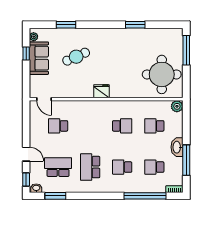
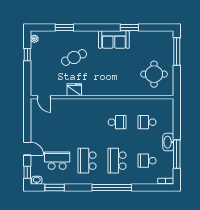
sofa: (39, 58) -> (114, 40), moved, turned 90
round table: (162, 74) -> (154, 74), width x0.73, depth x0.73
fridge: (101, 91) -> (74, 90), moved
plant: (177, 106) -> (168, 104), removed
school desk: (58, 126) -> (57, 122), removed
school desk: (122, 167) -> (117, 161), width x1.85
window: (145, 196) -> (112, 188), moved

